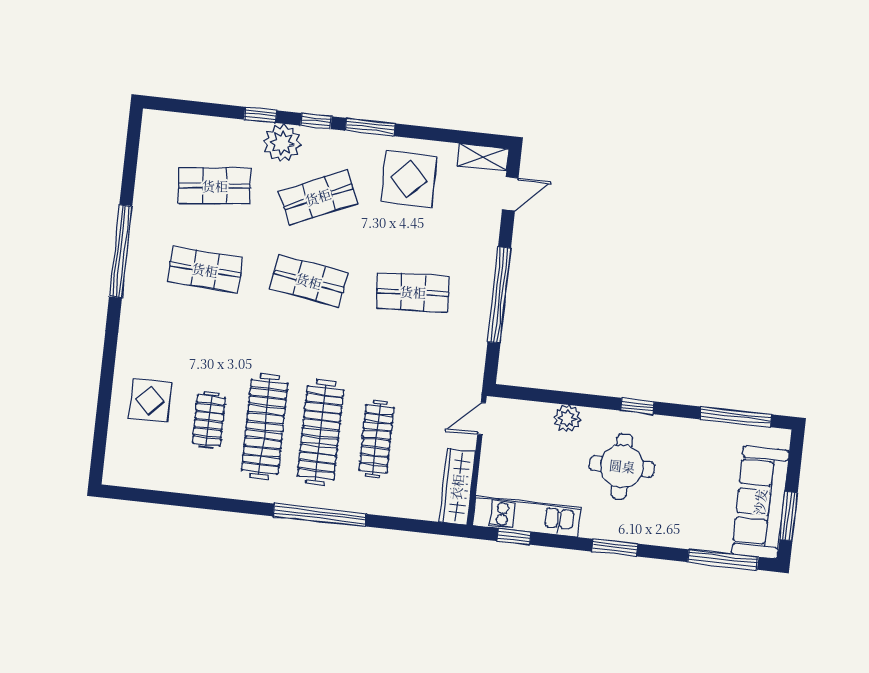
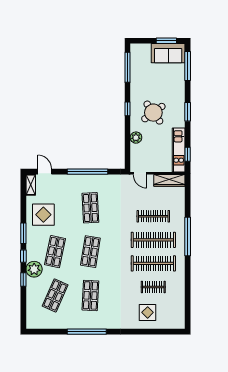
shop shelf: (215, 186) -> (55, 295), turned 30
shop shelf: (318, 197) -> (55, 252), turned 36
round table: (622, 466) -> (153, 113), turned -36
sofa: (760, 502) -> (168, 53), width x0.73

